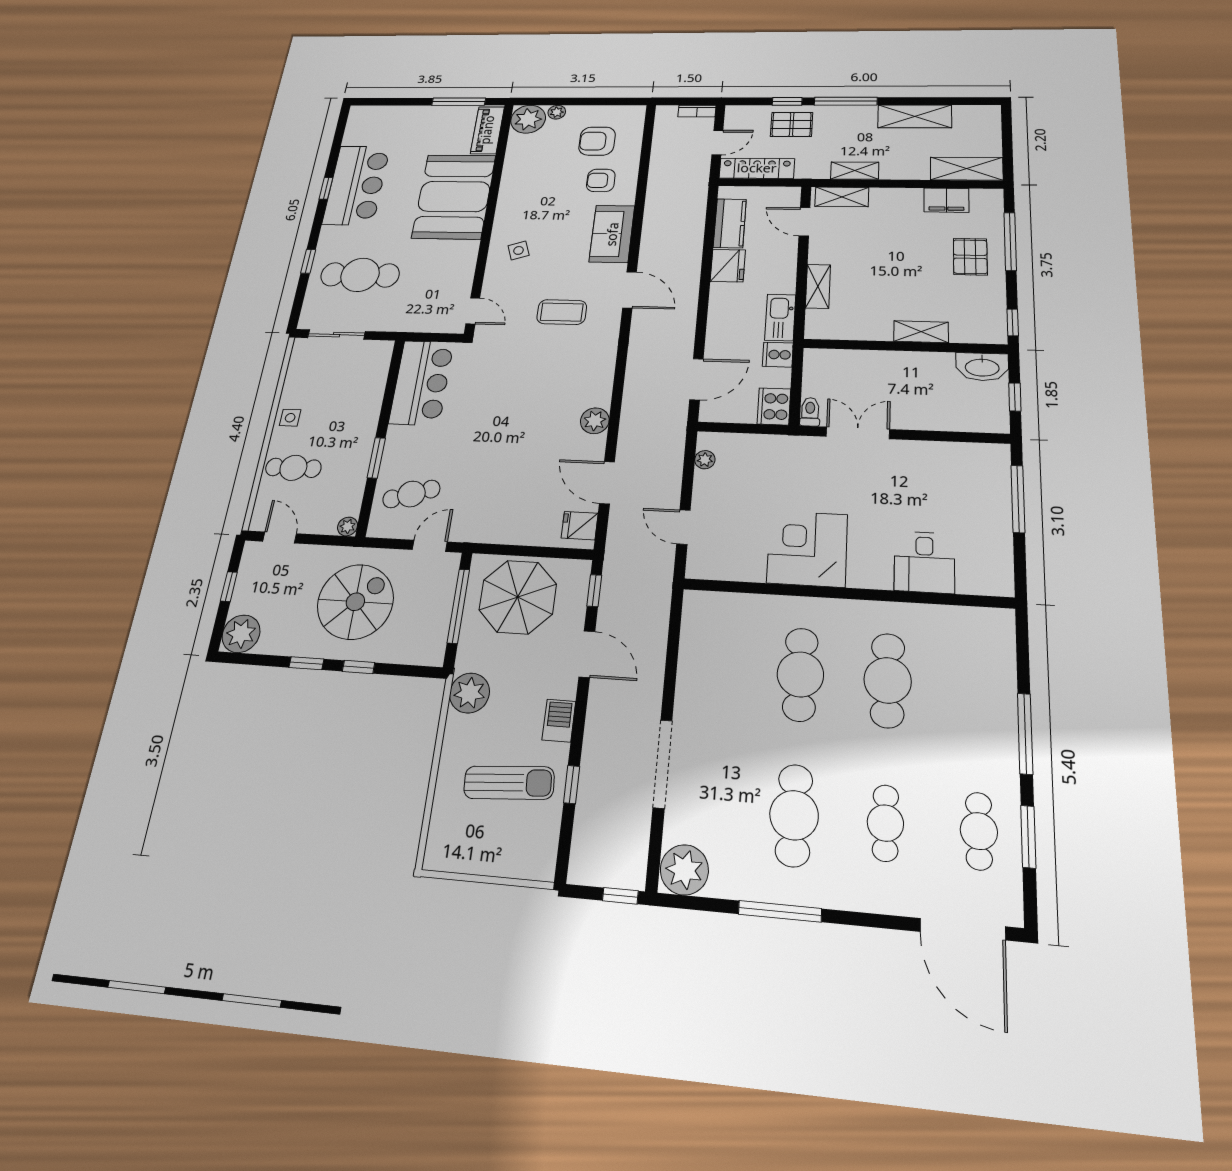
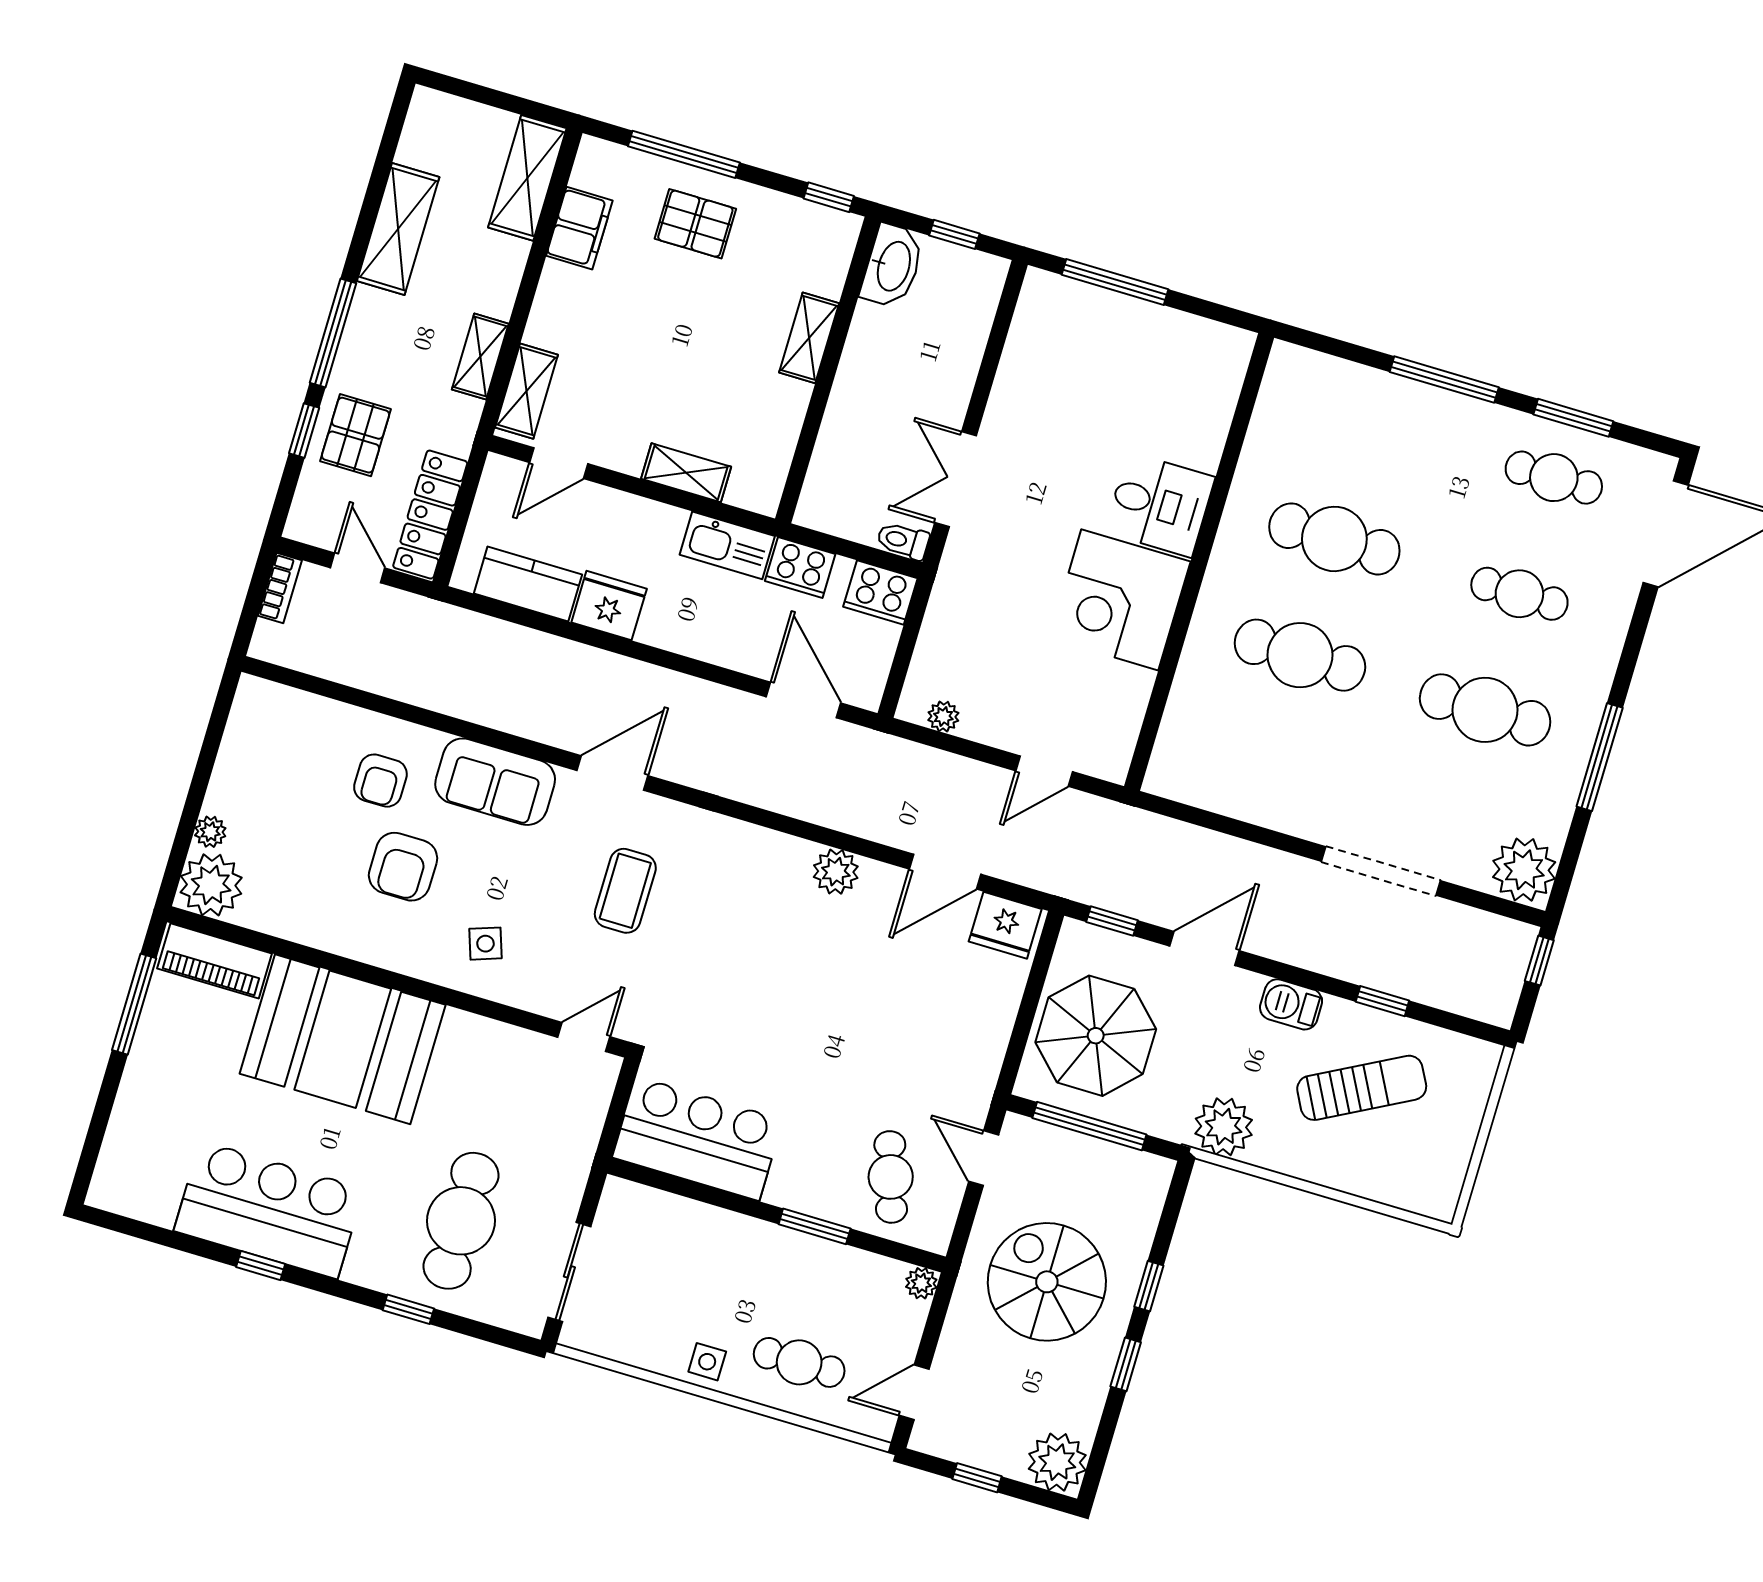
armchair: (597, 141) -> (403, 867), moved
cooker: (778, 355) -> (800, 567), width x1.36
cafe table: (293, 468) -> (799, 1362), turned 90
fridge: (580, 526) -> (1005, 925), width x1.38
desk: (924, 562) -> (1160, 505), moved
sun lounger: (509, 783) -> (1362, 1088), turned 66

